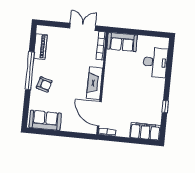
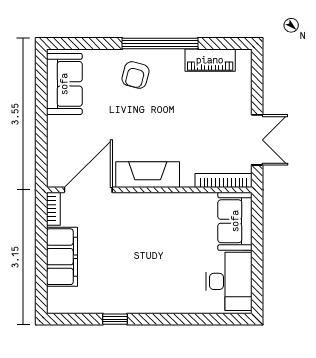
desk: (155, 62) -> (229, 281), moved, turned -90
filing cabinet: (145, 131) -> (62, 257), moved

